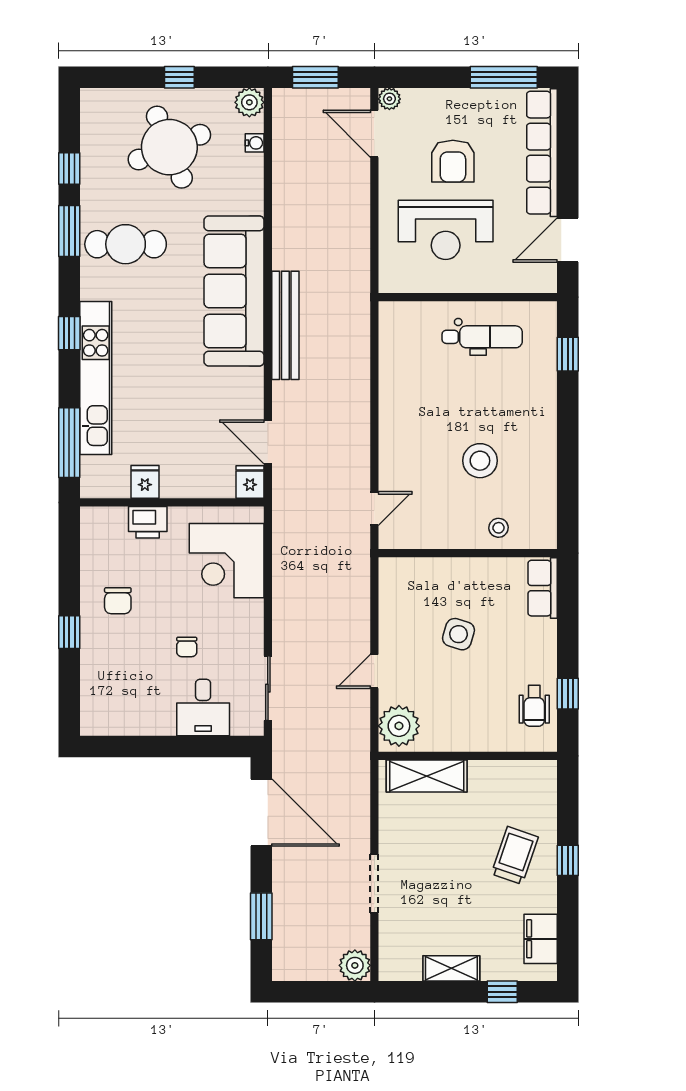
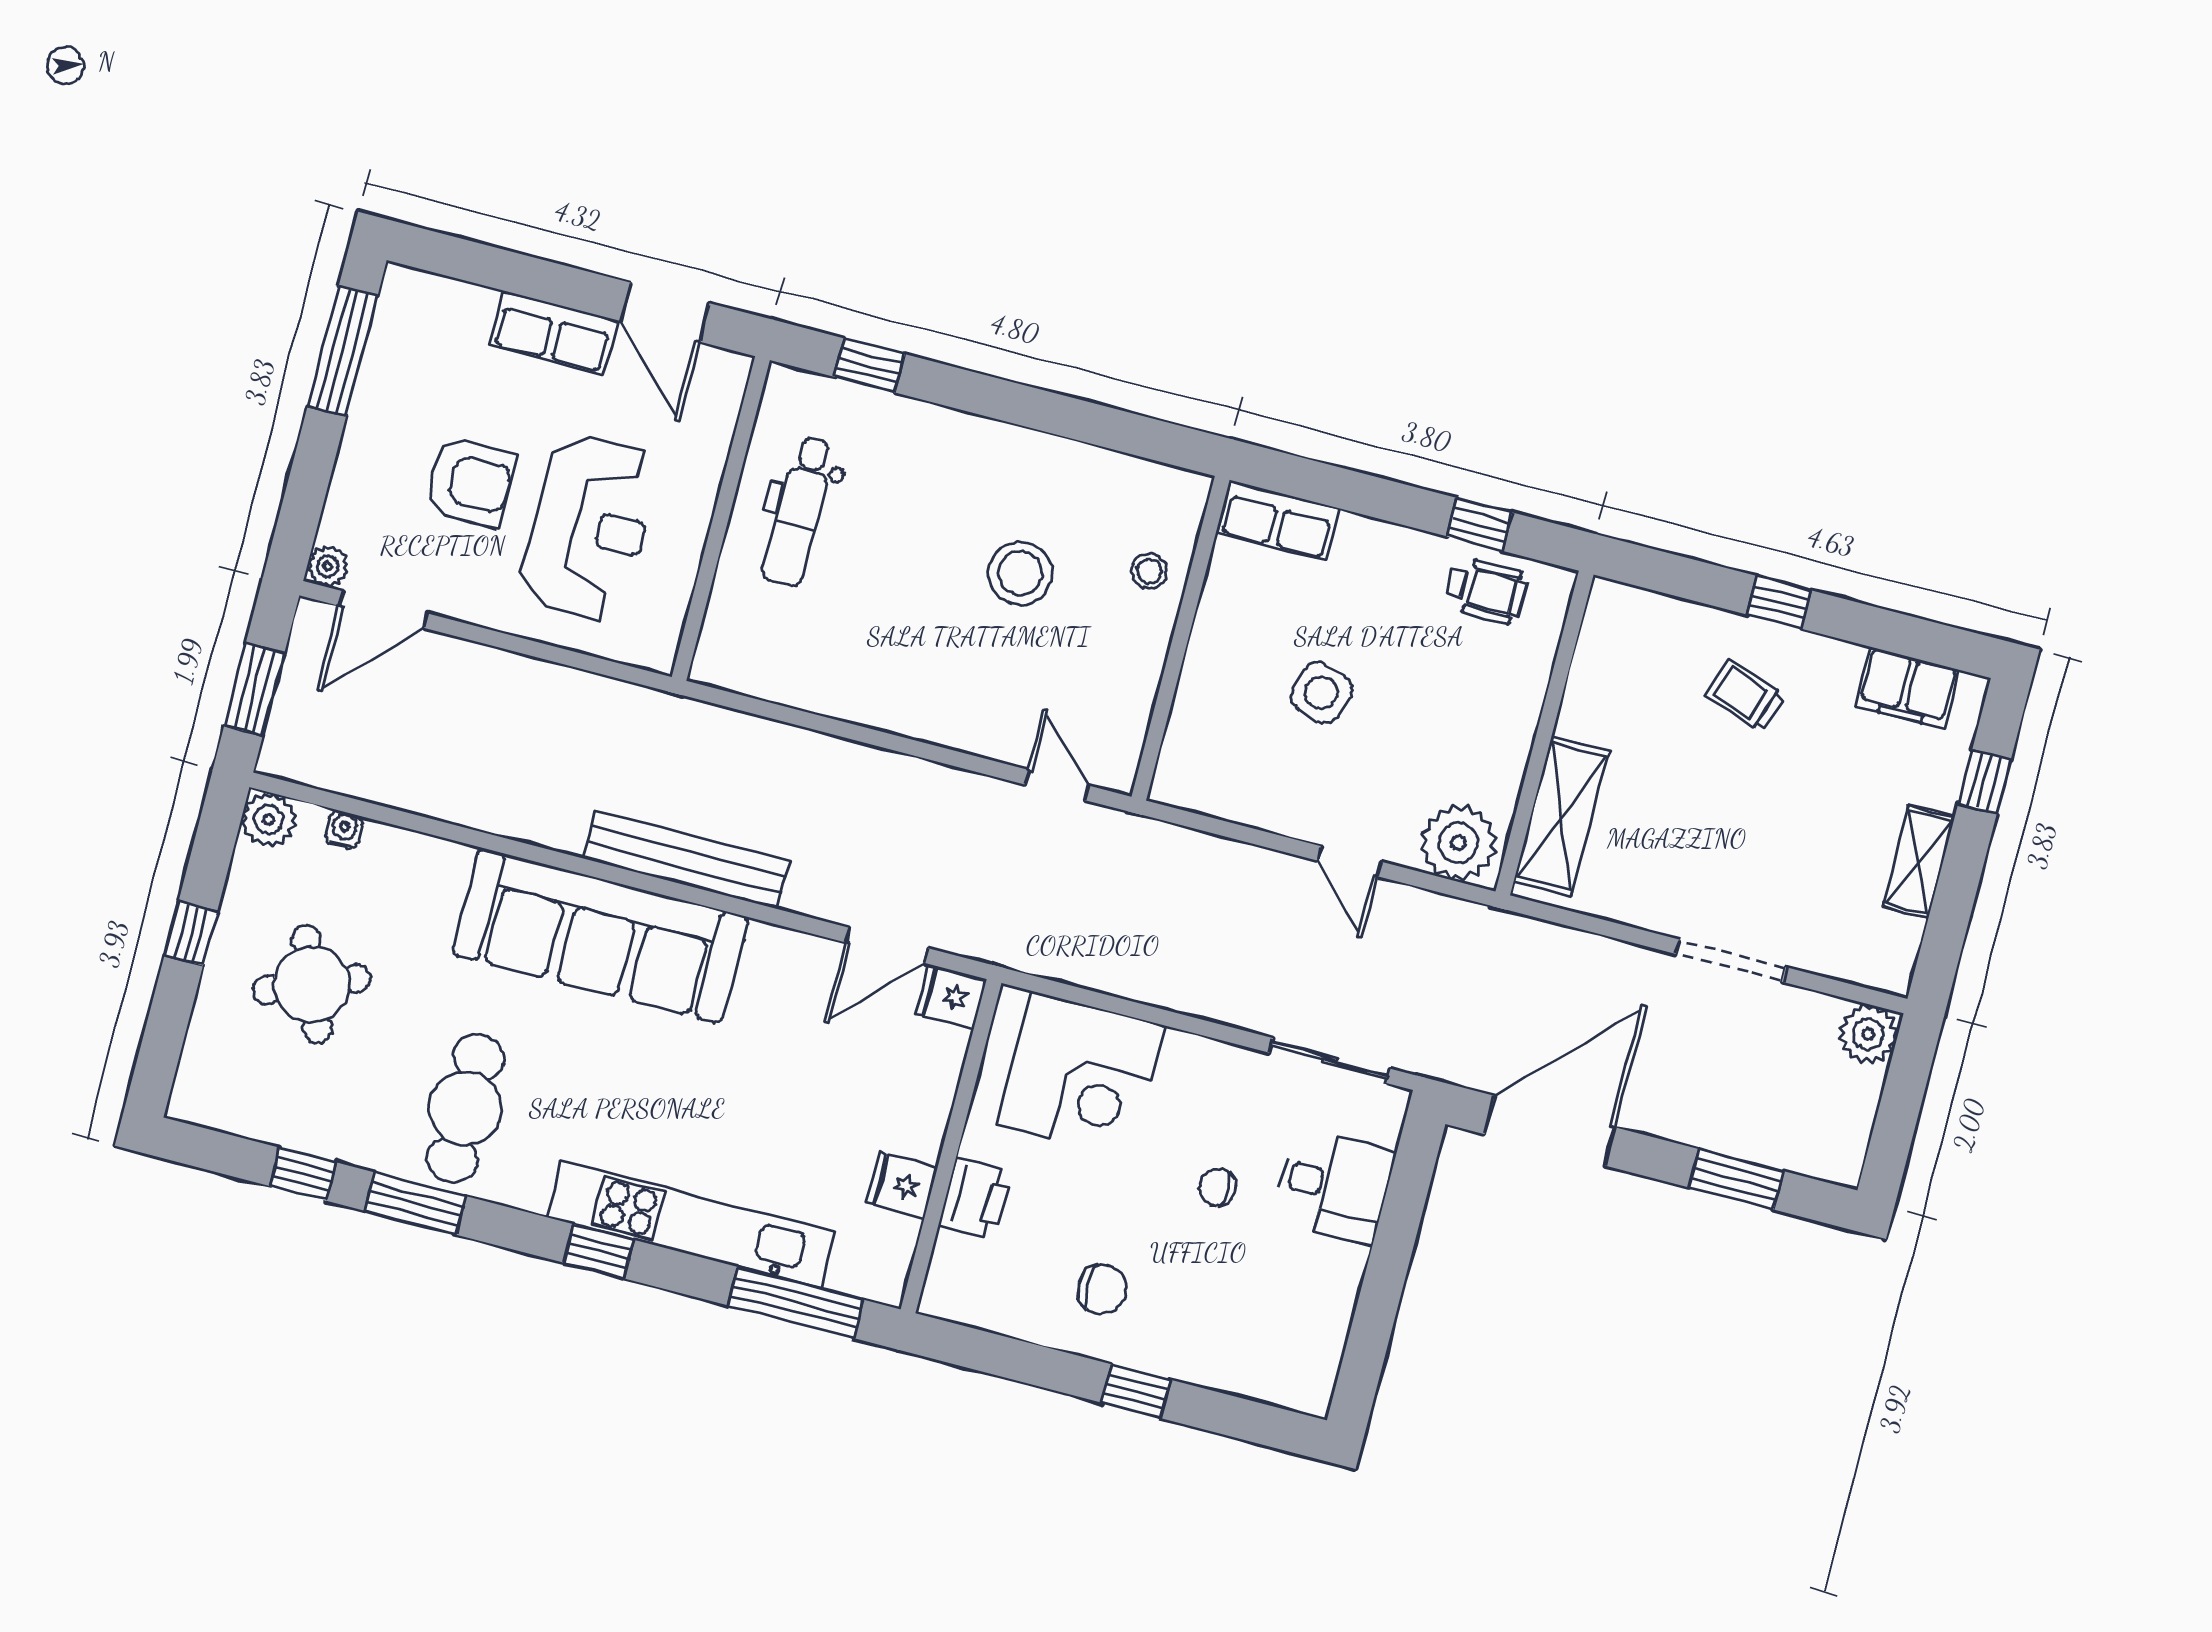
round table: (169, 147) -> (312, 984), width x0.73, depth x0.73
row of seats: (542, 153) -> (554, 333), width x0.50
dental chair: (482, 337) -> (799, 511), turned 180
chair: (187, 647) -> (1217, 1187), turned 180
trolley: (515, 855) -> (1745, 695), width x0.73, depth x0.72

